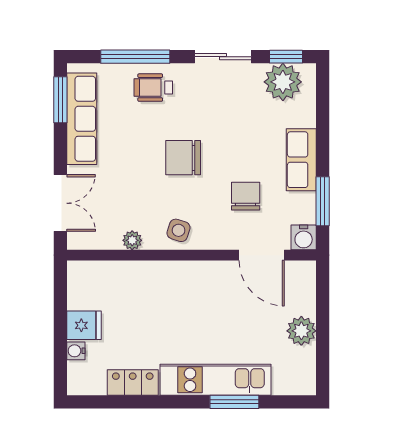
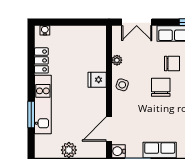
chair: (246, 196) -> (172, 64), moved
fridge: (84, 325) -> (97, 80), moved, turned 90
water cooler: (76, 351) -> (45, 30), moved

